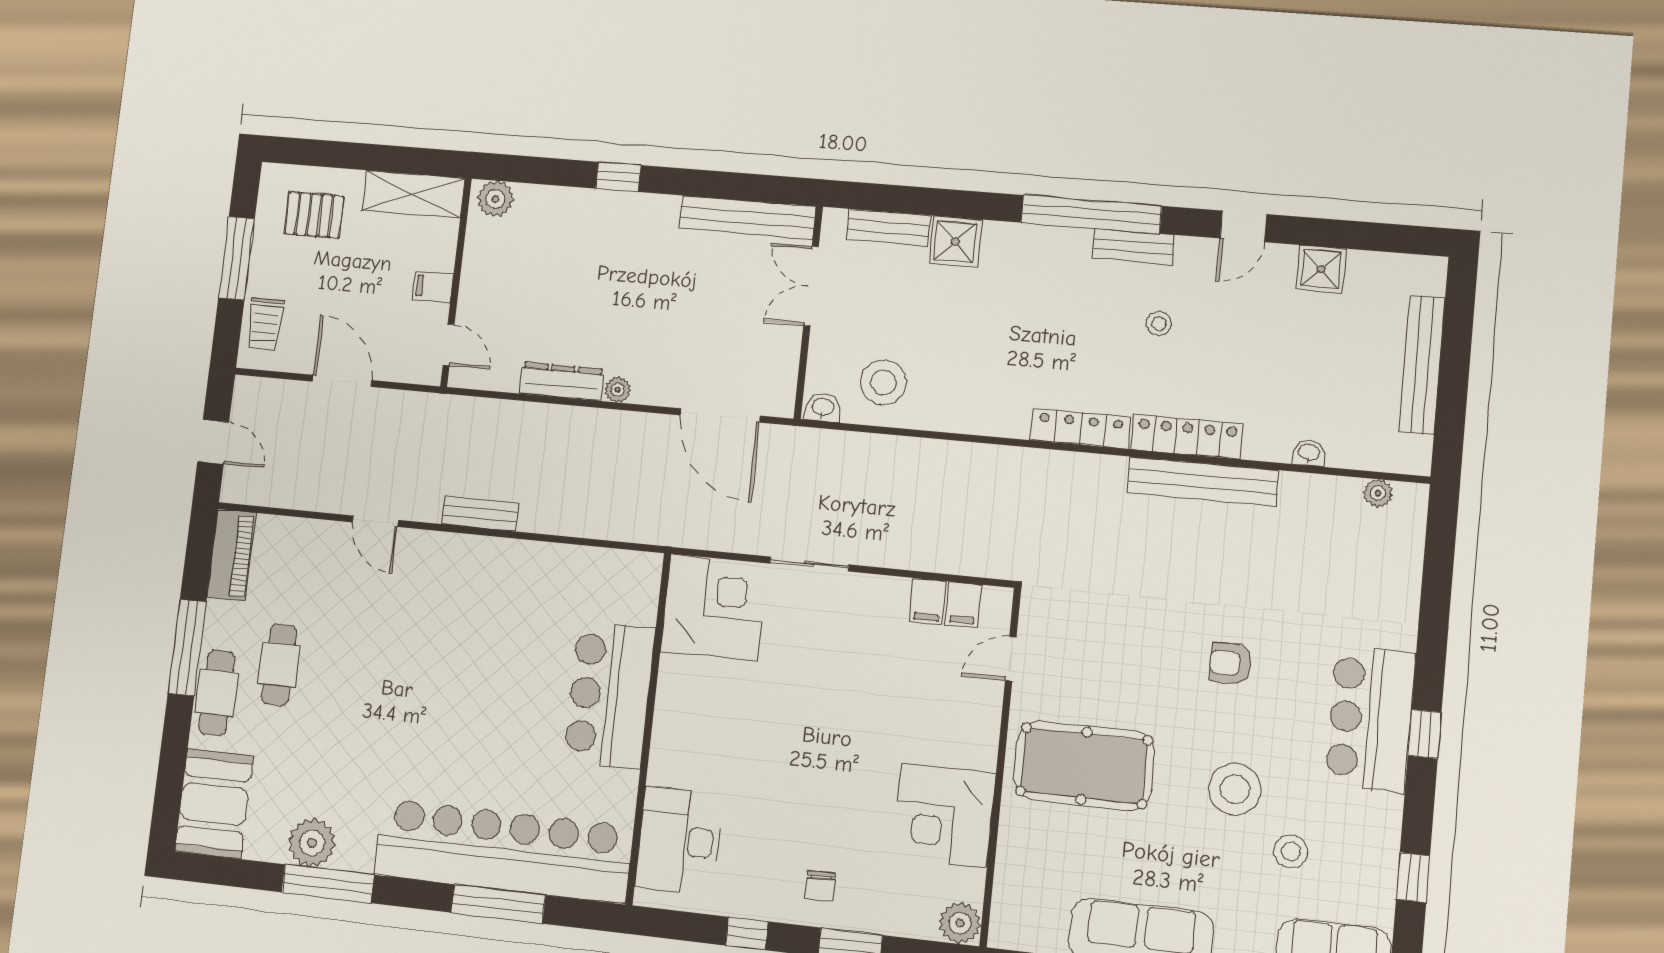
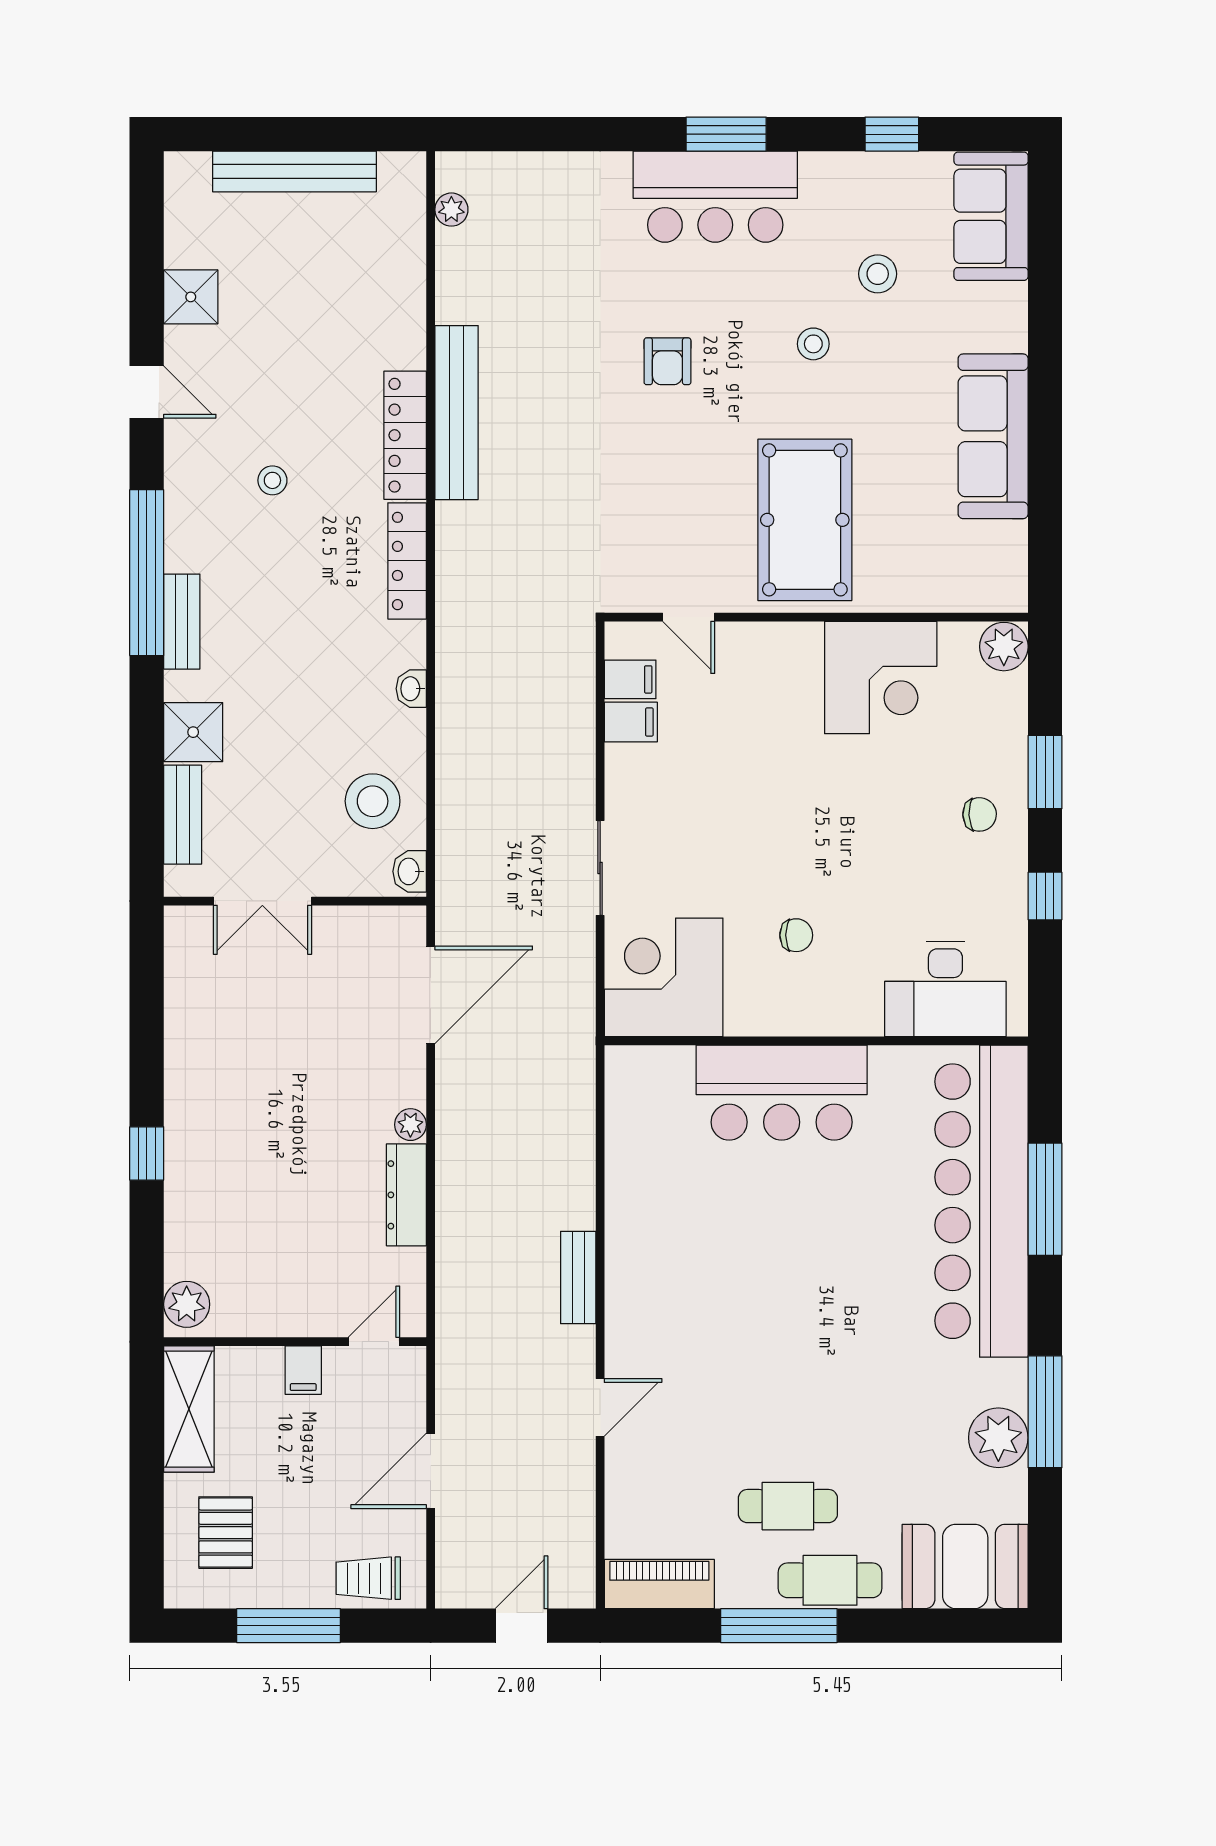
bench: (747, 217) -> (184, 988), removed
bench: (1134, 247) -> (182, 622), moved
trolley: (265, 324) -> (368, 1578), turned 180
washbasin: (1309, 453) -> (411, 689), moved
chair: (737, 721) -> (796, 935), added
window: (1425, 734) -> (726, 134), width x1.50
stool: (1235, 789) -> (813, 344), width x0.53, depth x0.53

